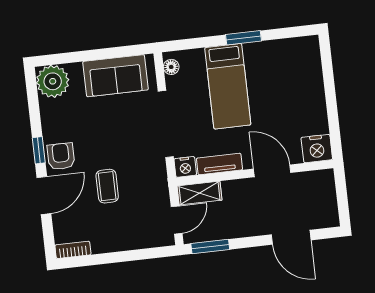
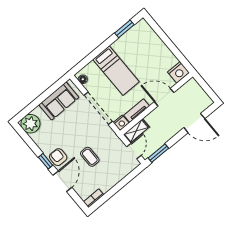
window: (243, 38) -> (124, 29), moved

